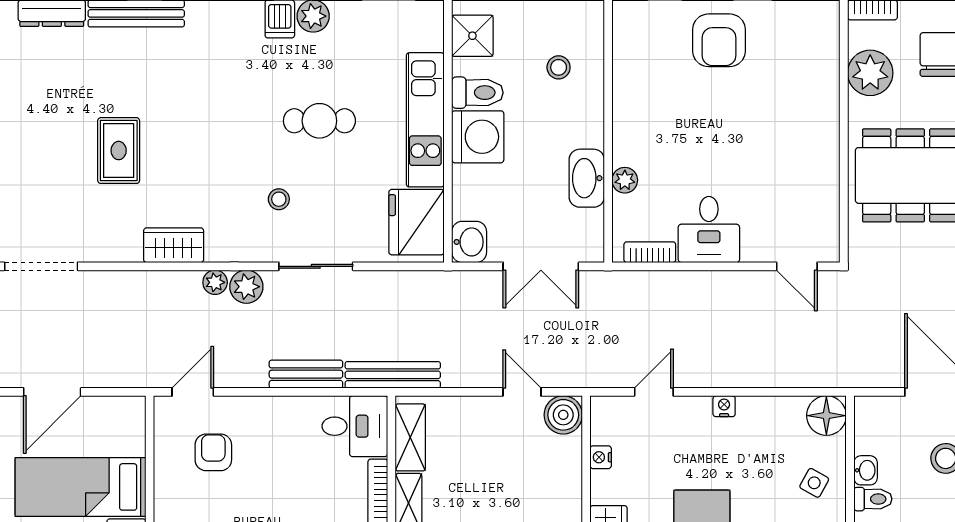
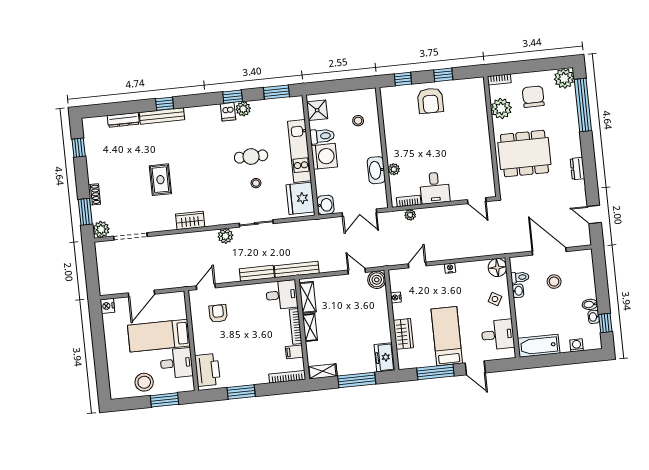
stool: (279, 199) -> (256, 183), moved
plant: (215, 282) -> (410, 215), moved
toilet: (873, 499) -> (520, 277), moved

